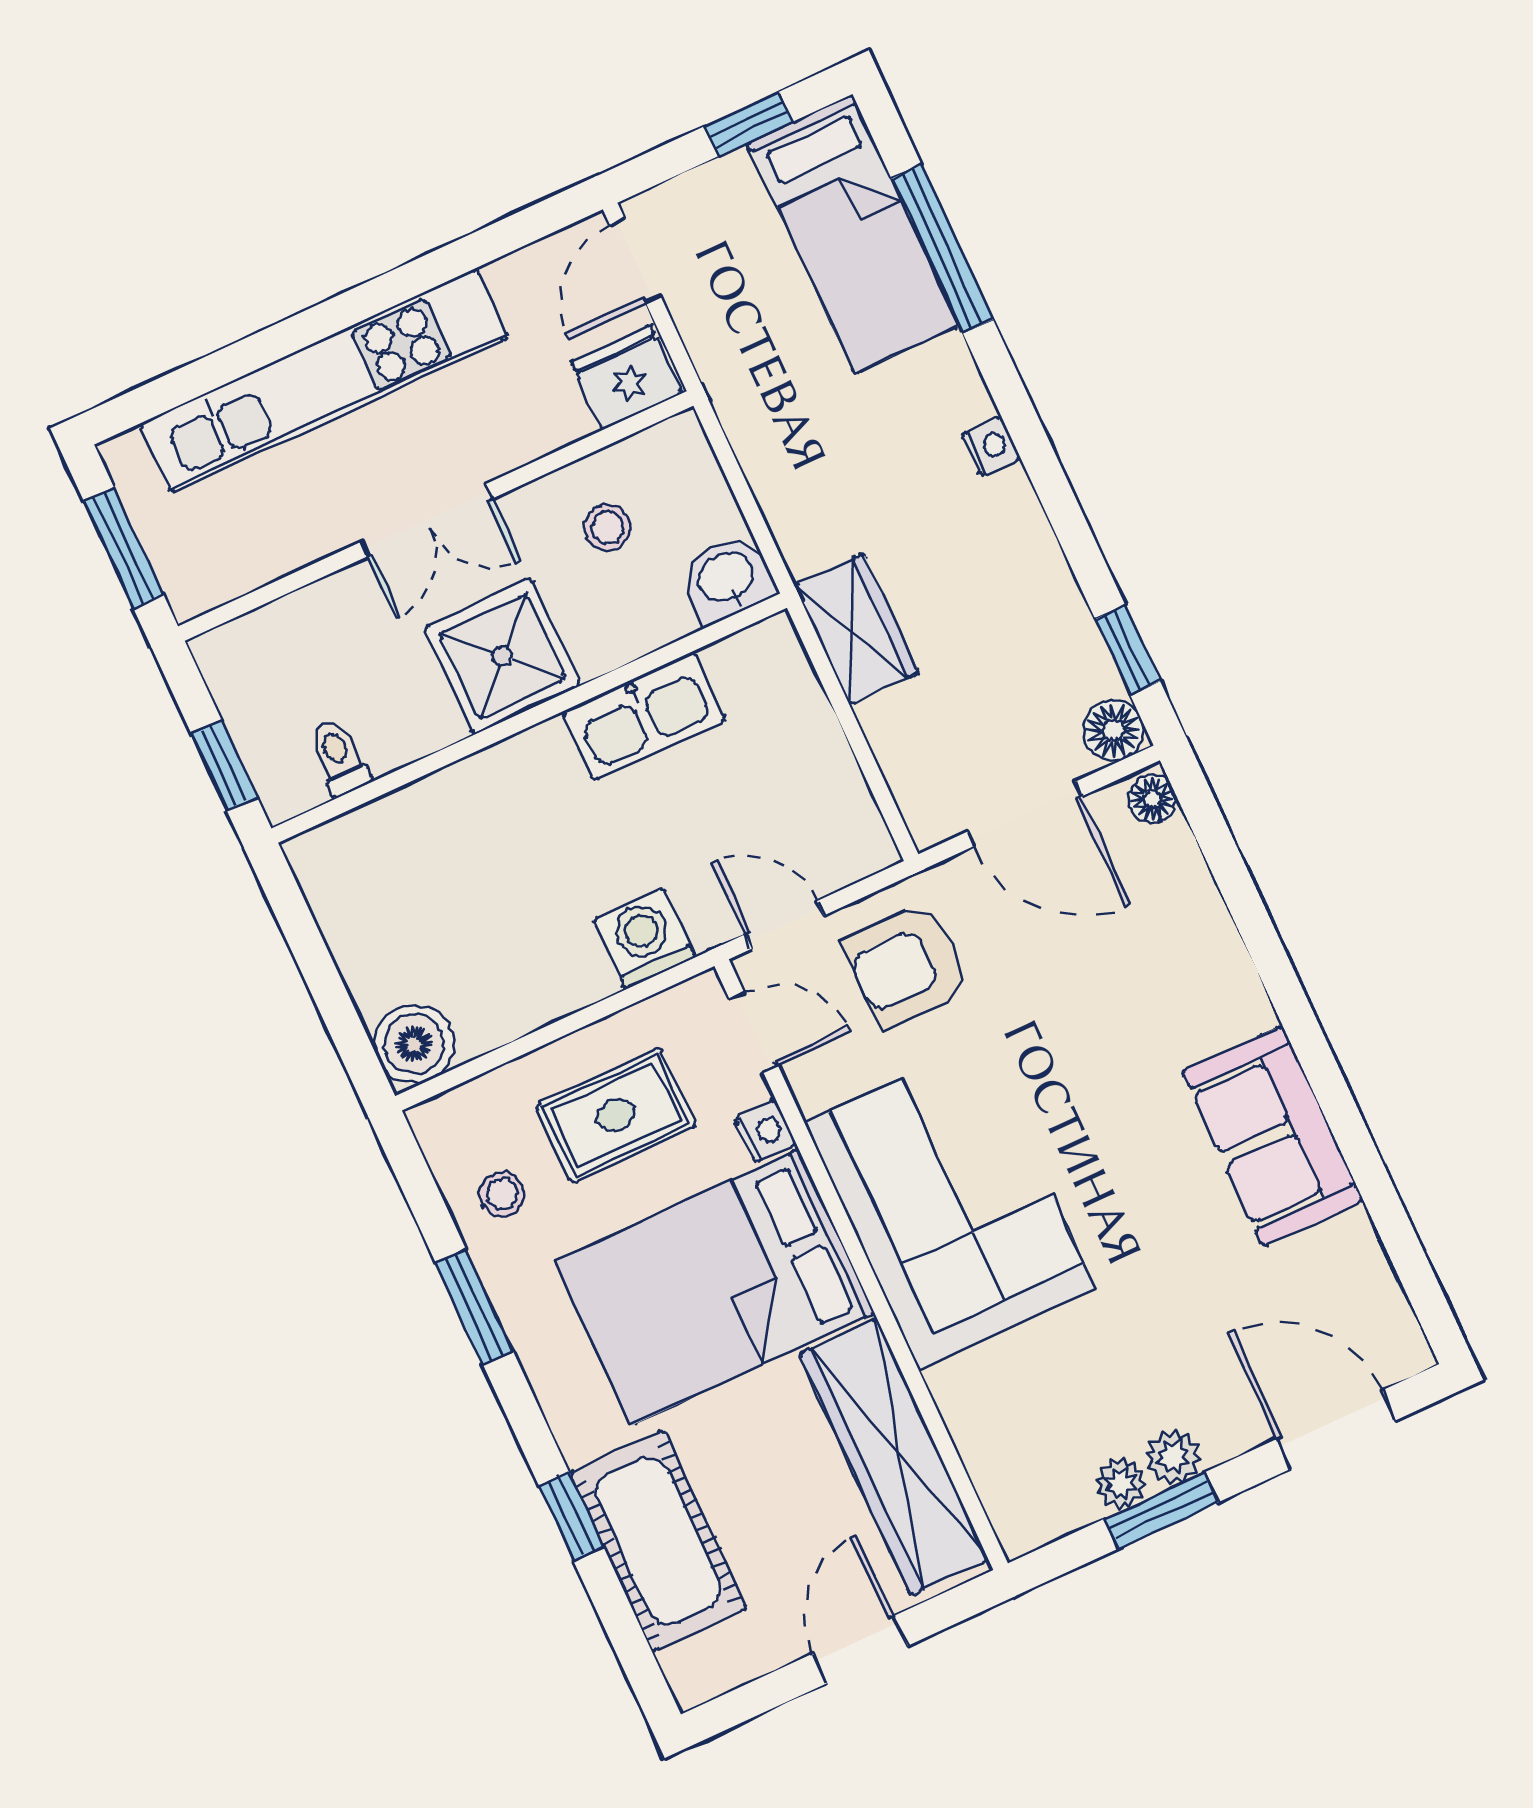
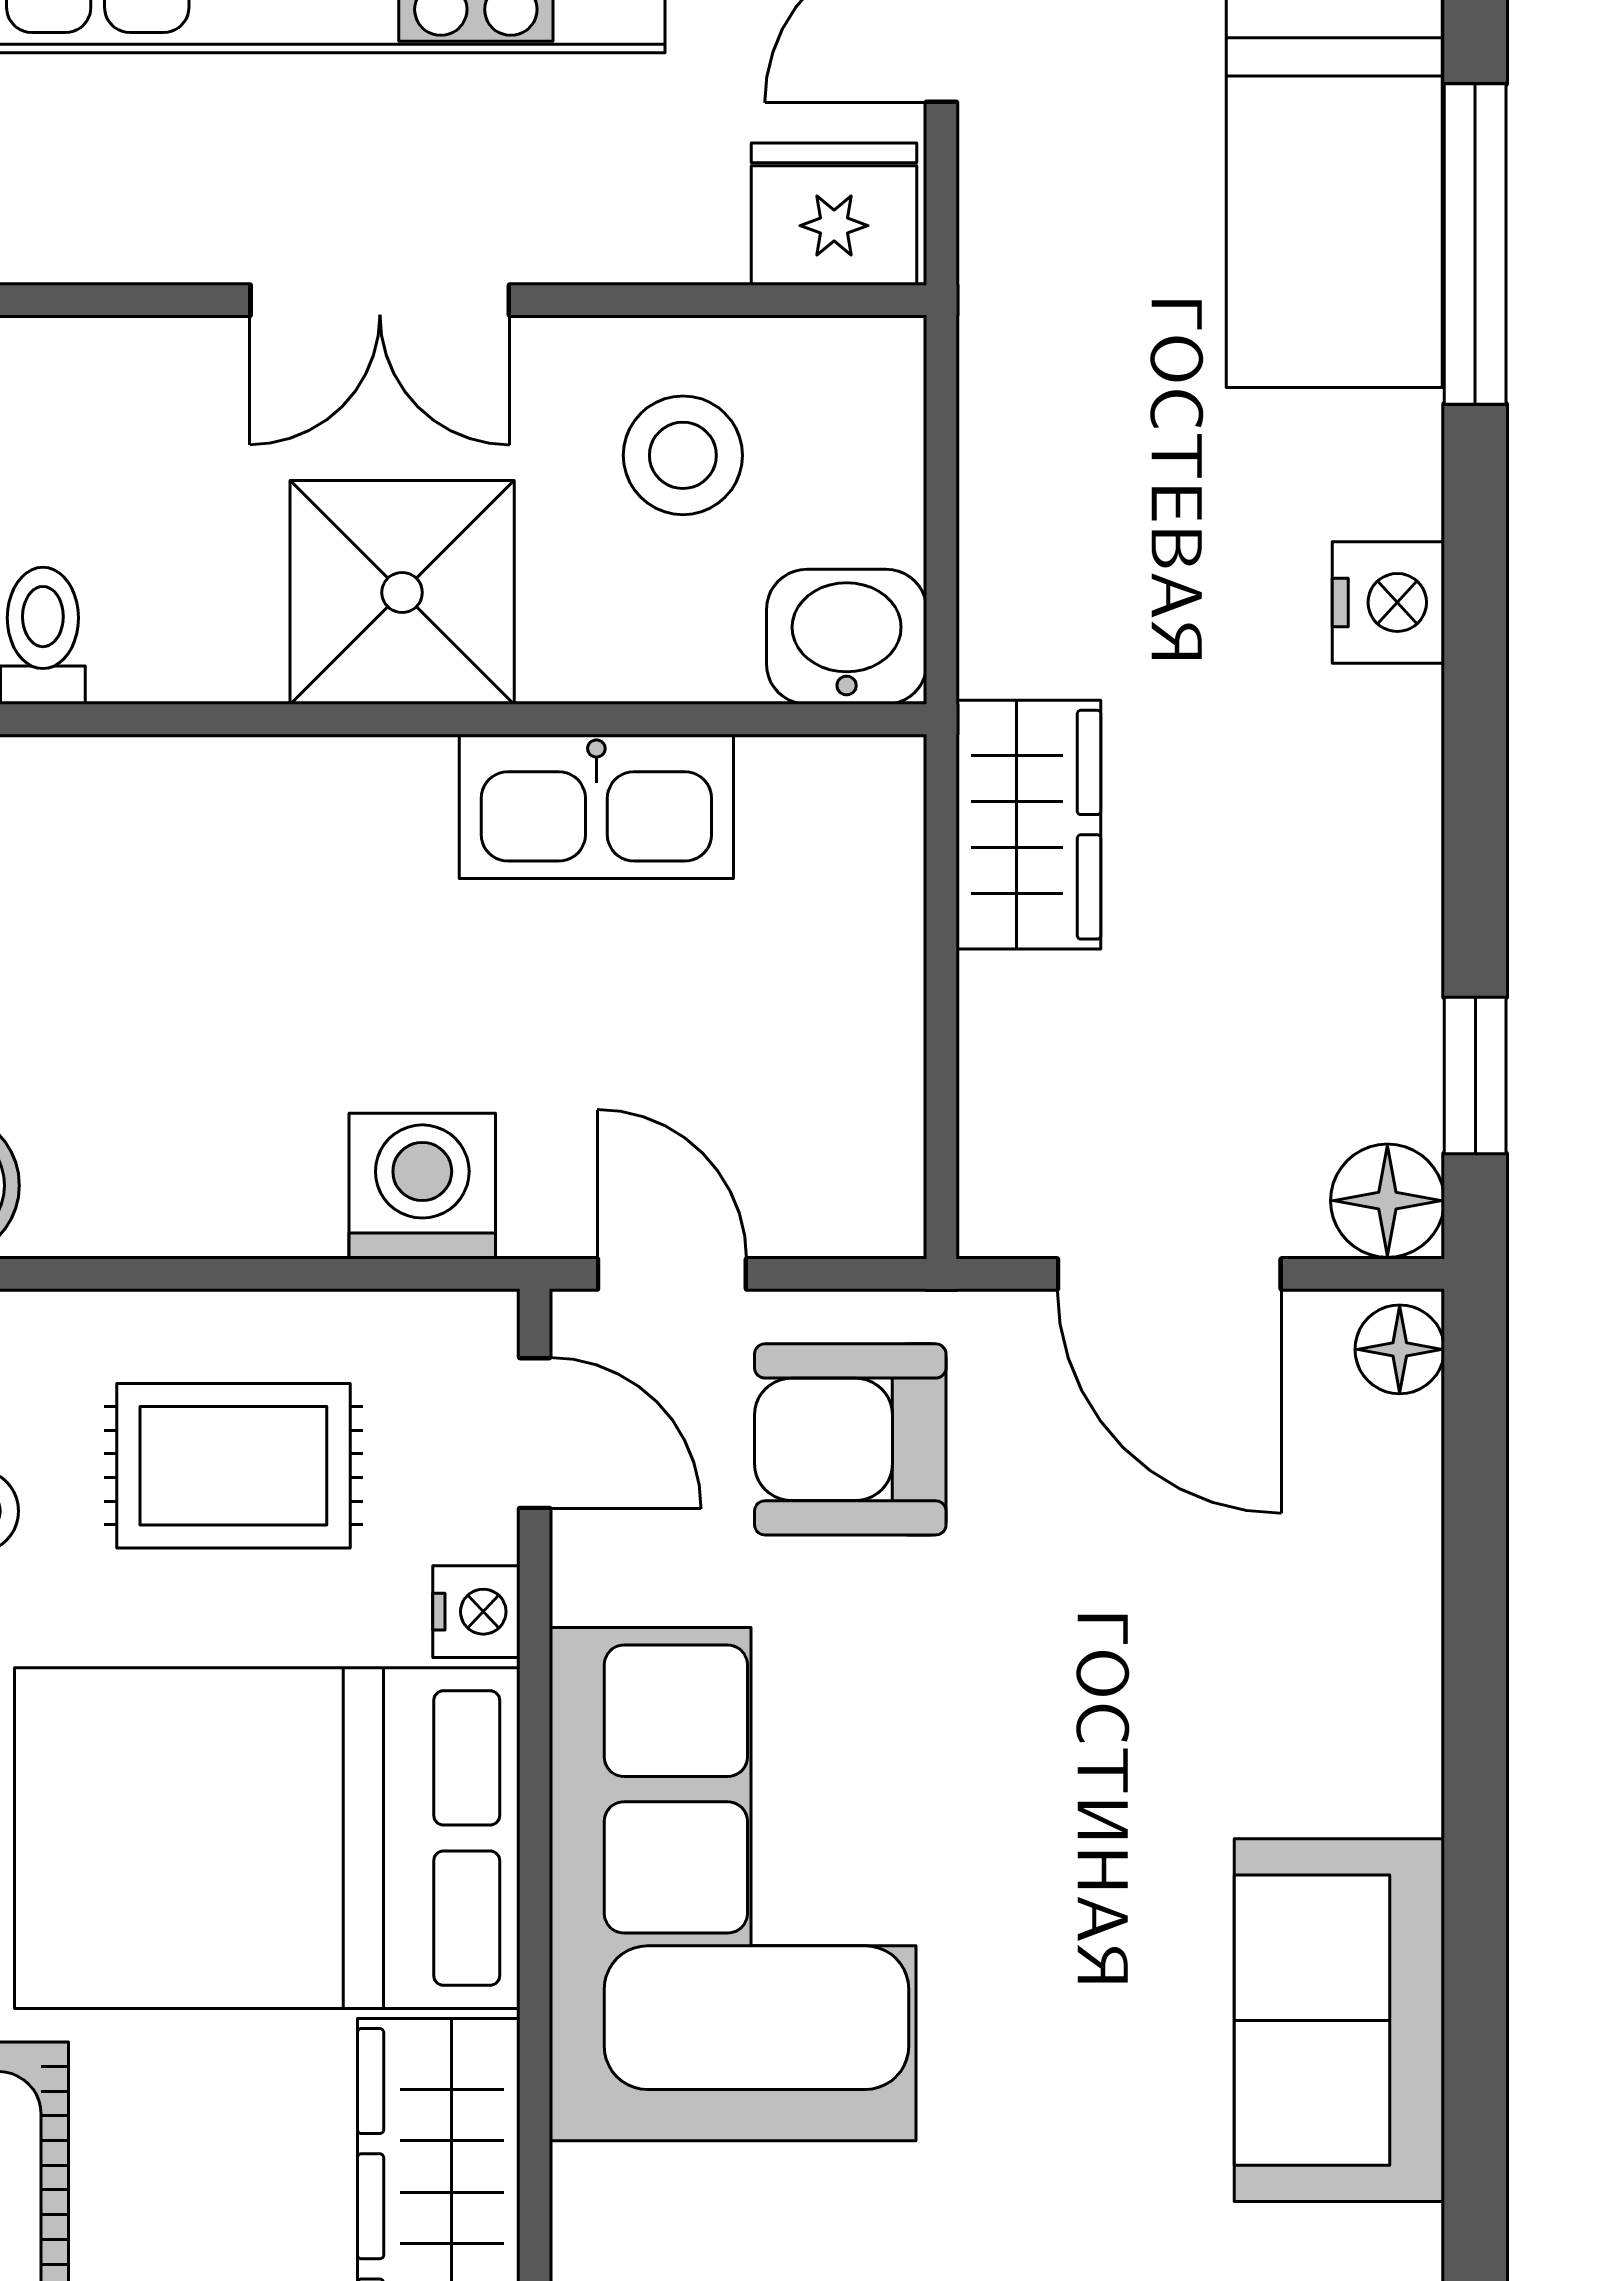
nightstand: (991, 446) -> (1388, 602), width x1.39, depth x1.35
stool: (607, 528) -> (683, 455), width x1.37, depth x1.37

